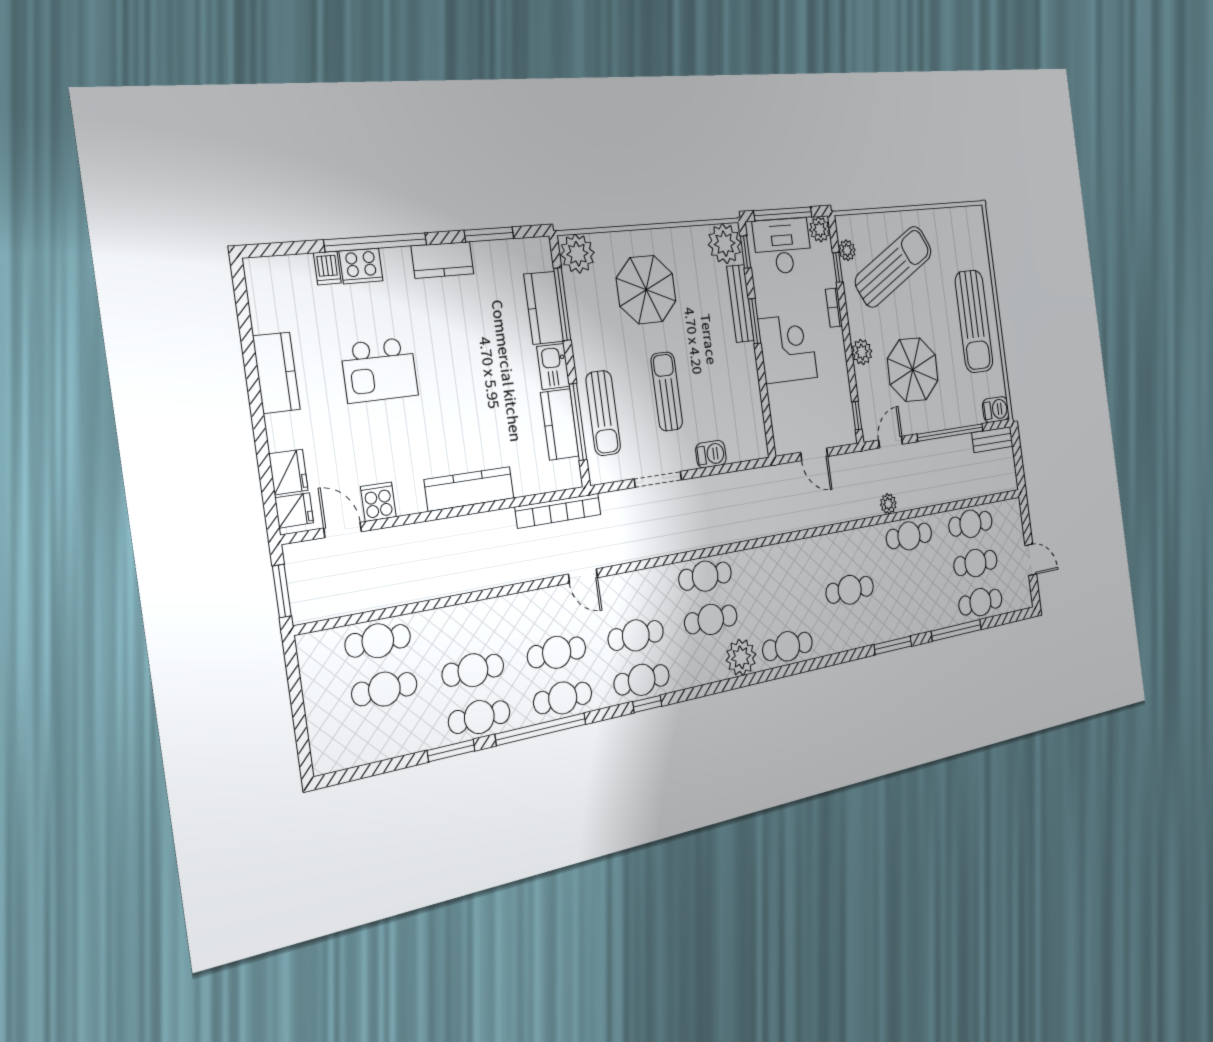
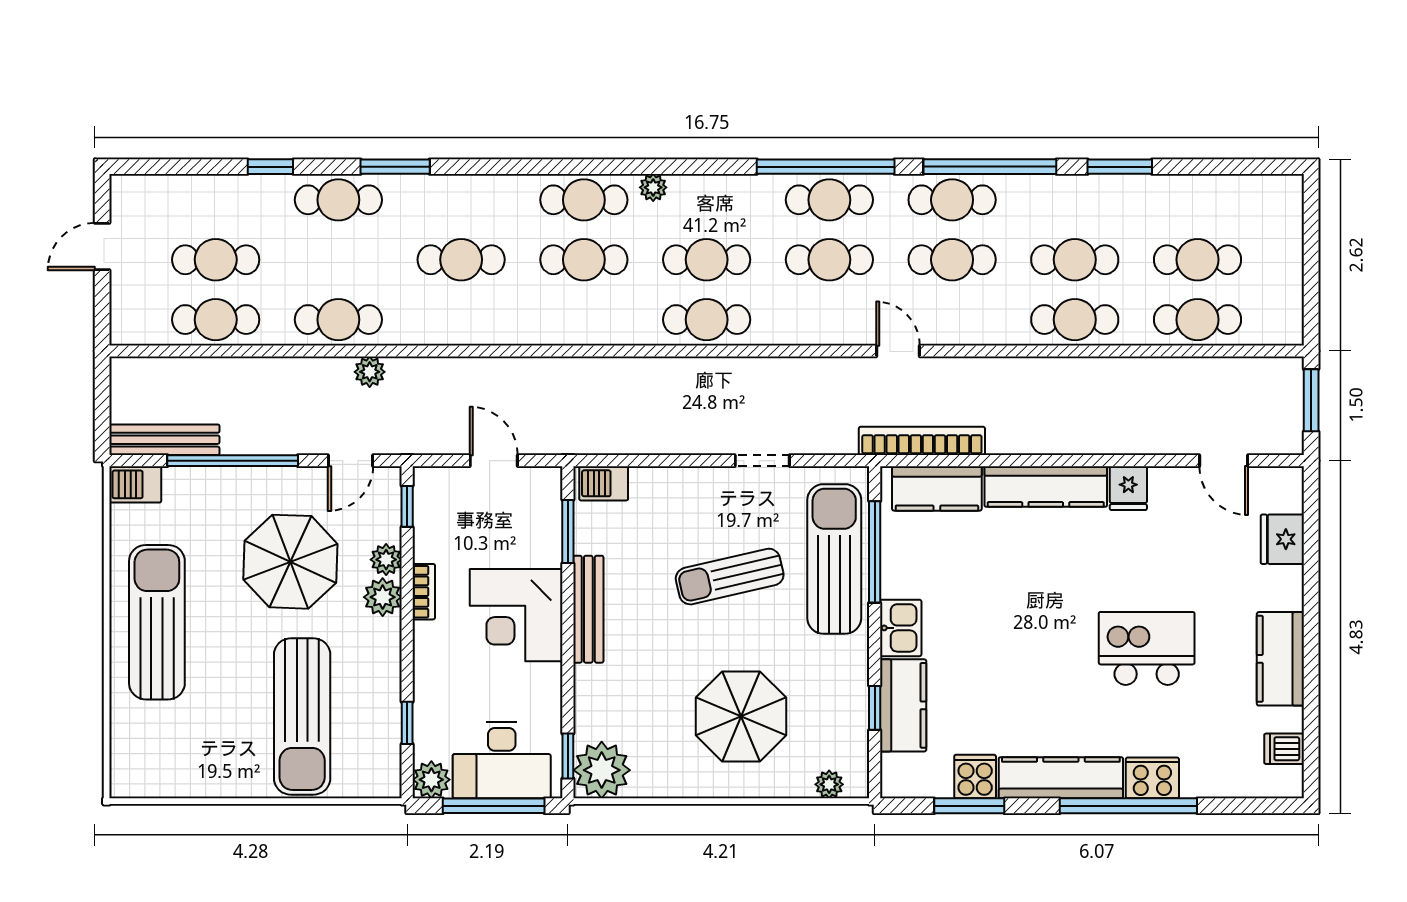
plant: (847, 250) -> (386, 560), moved
plant: (577, 254) -> (829, 784), width x0.53, depth x0.53
kitchen counter: (443, 260) -> (1061, 778), width x1.50
sun lounger: (894, 267) -> (302, 716), turned -61
dishwasher: (327, 268) -> (1284, 749), moved, turned -90
window: (562, 304) -> (875, 708), width x0.46
bench: (740, 304) -> (588, 609), moved
bookcase: (834, 308) -> (424, 592), moved
window: (755, 321) -> (568, 531), moved
sun lounger: (667, 391) -> (730, 577), turned 77
sun lounger: (603, 413) -> (834, 559), width x1.36, depth x1.34
kitchen counter: (560, 424) -> (937, 488), moved, turned 90
bench: (992, 440) -> (164, 440), width x1.36
barbecue: (711, 454) -> (604, 483), moved
doorway: (658, 479) -> (762, 461), width x0.73
cooker: (378, 502) -> (975, 777), moved, turned 180
fridge: (294, 510) -> (1128, 488), moved, turned -90
door: (1031, 560) -> (102, 247), hinge flipped
cafe table: (980, 602) -> (338, 200), moved
cafe table: (782, 604) -> (584, 260), added
window: (956, 630) -> (270, 167), width x0.46
plant: (741, 657) -> (653, 187), width x0.53, depth x0.53
window: (647, 704) -> (826, 167), width x3.17
cafe table: (479, 717) -> (1075, 320), moved

